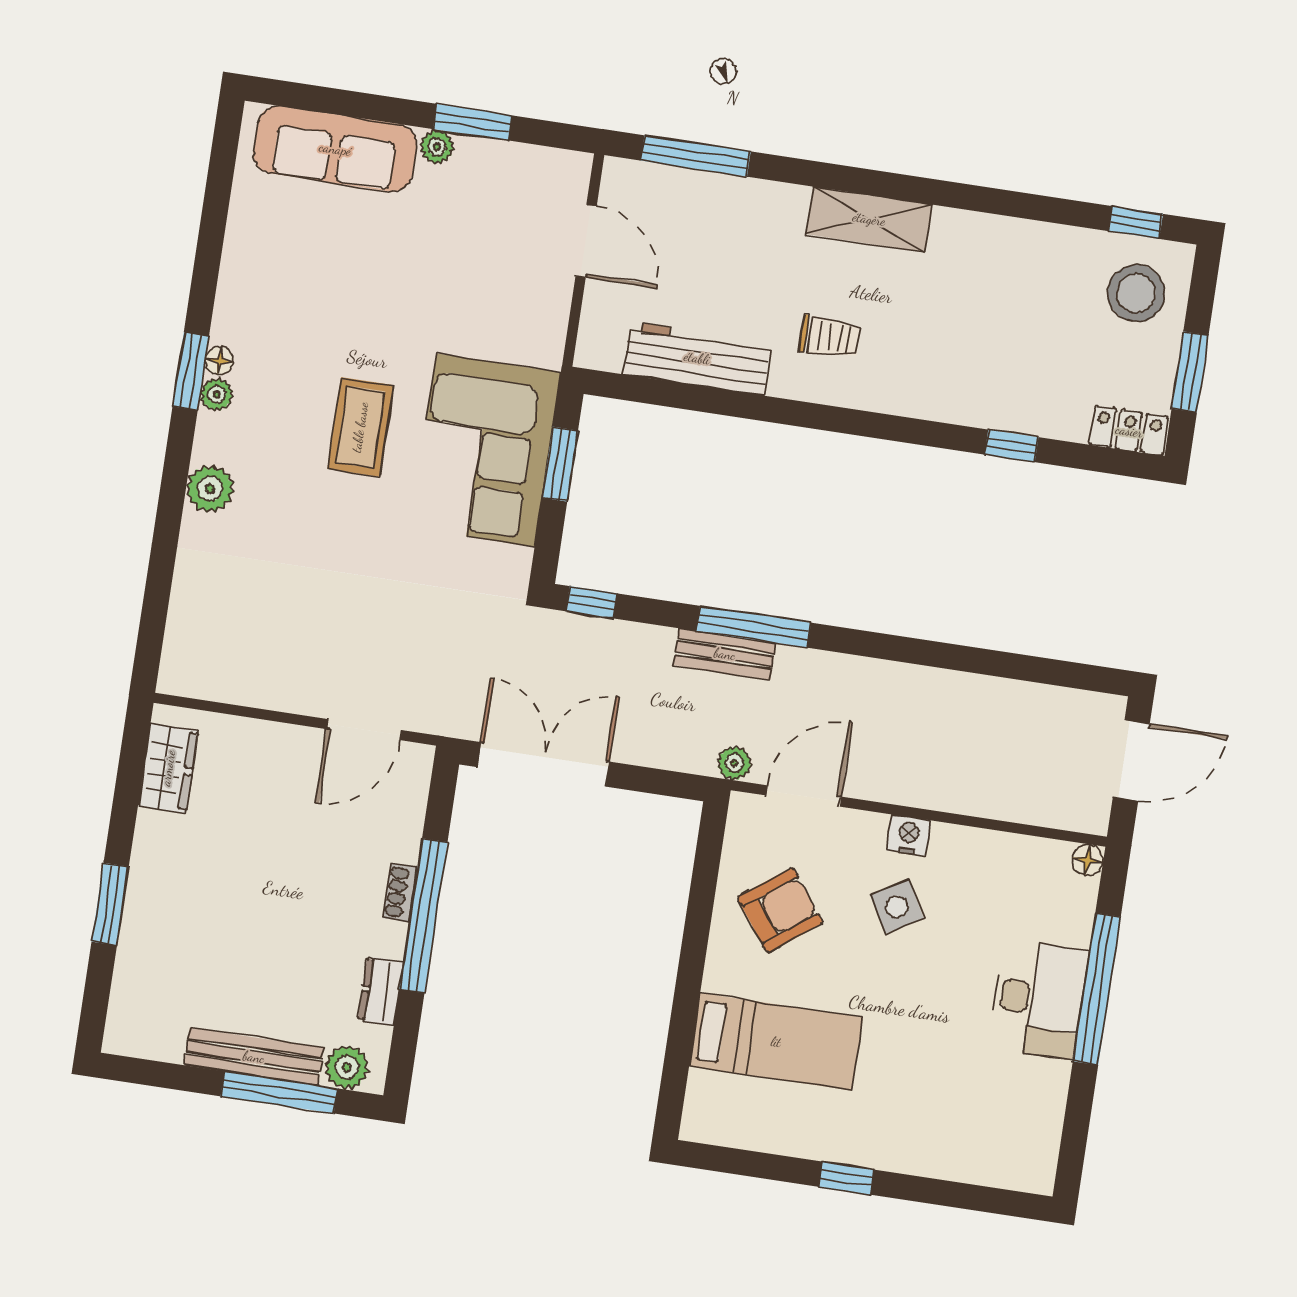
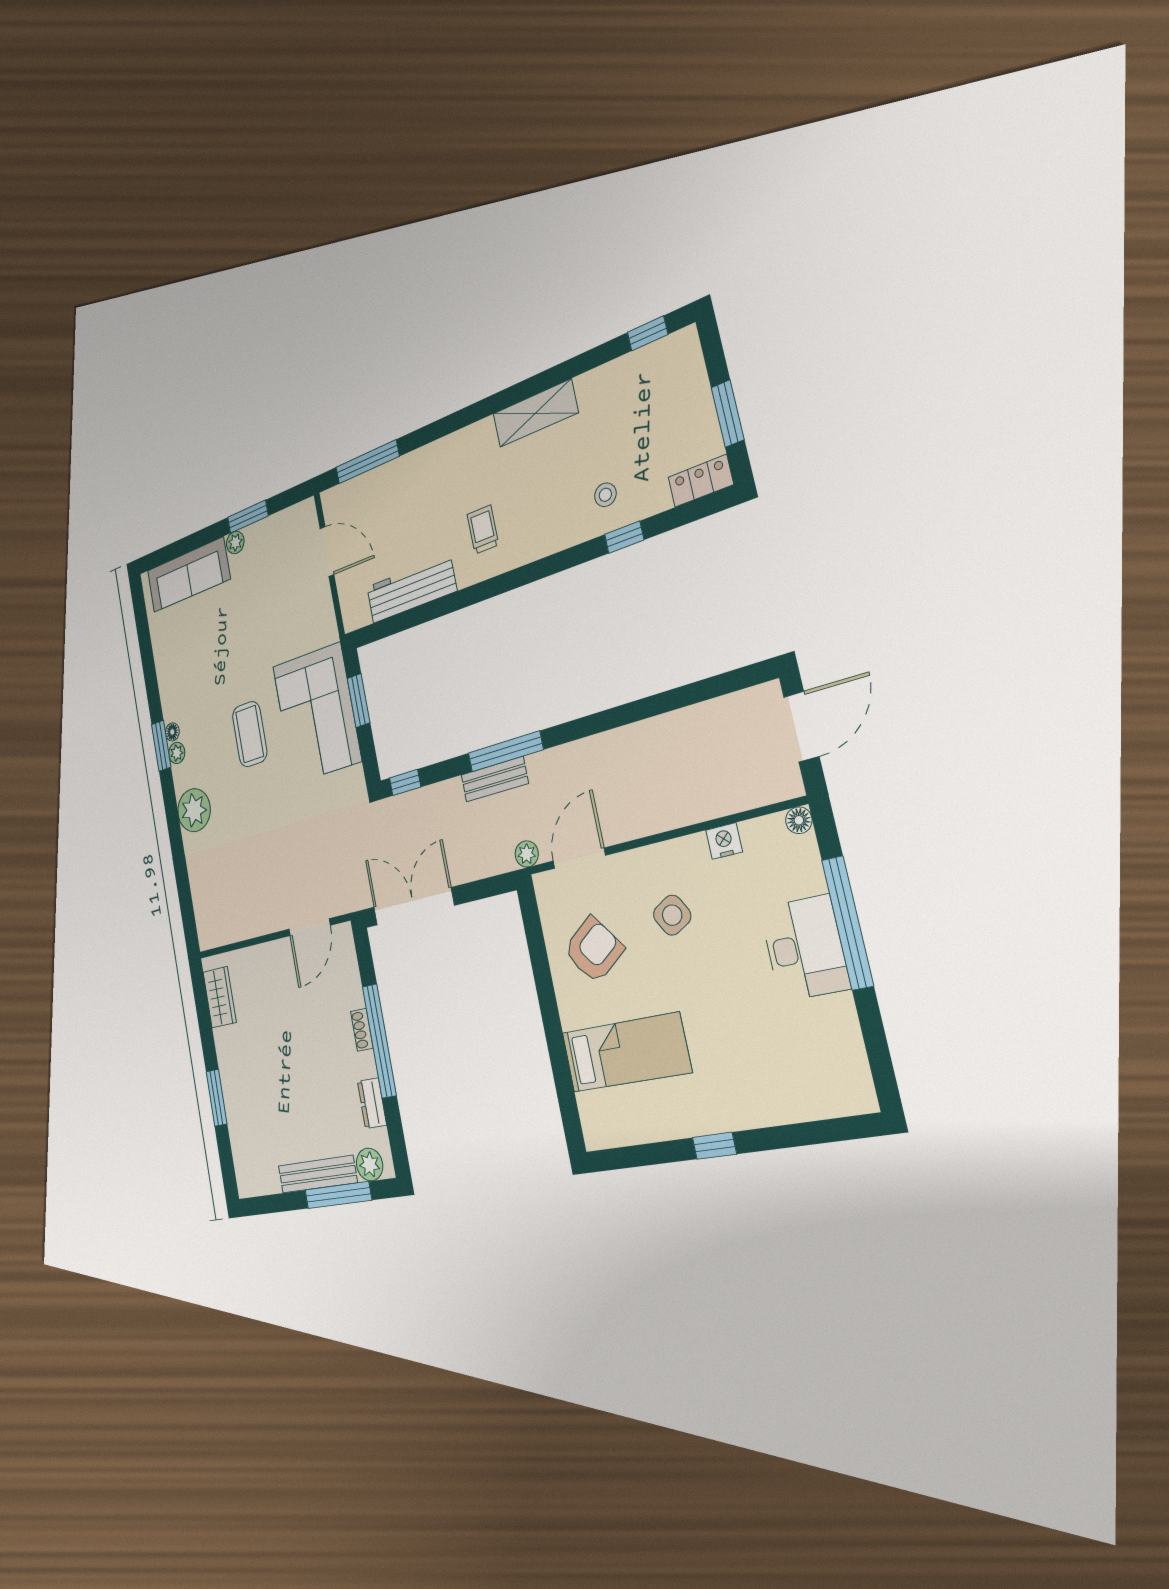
shelving: (869, 219) -> (535, 413), moved
stool: (1136, 293) -> (605, 495), moved, width x0.53, depth x0.53
trolley: (830, 337) -> (483, 530), turned -90
plant: (210, 489) -> (194, 810), width x1.36, depth x1.36
nightstand: (909, 835) -> (724, 841), moved

